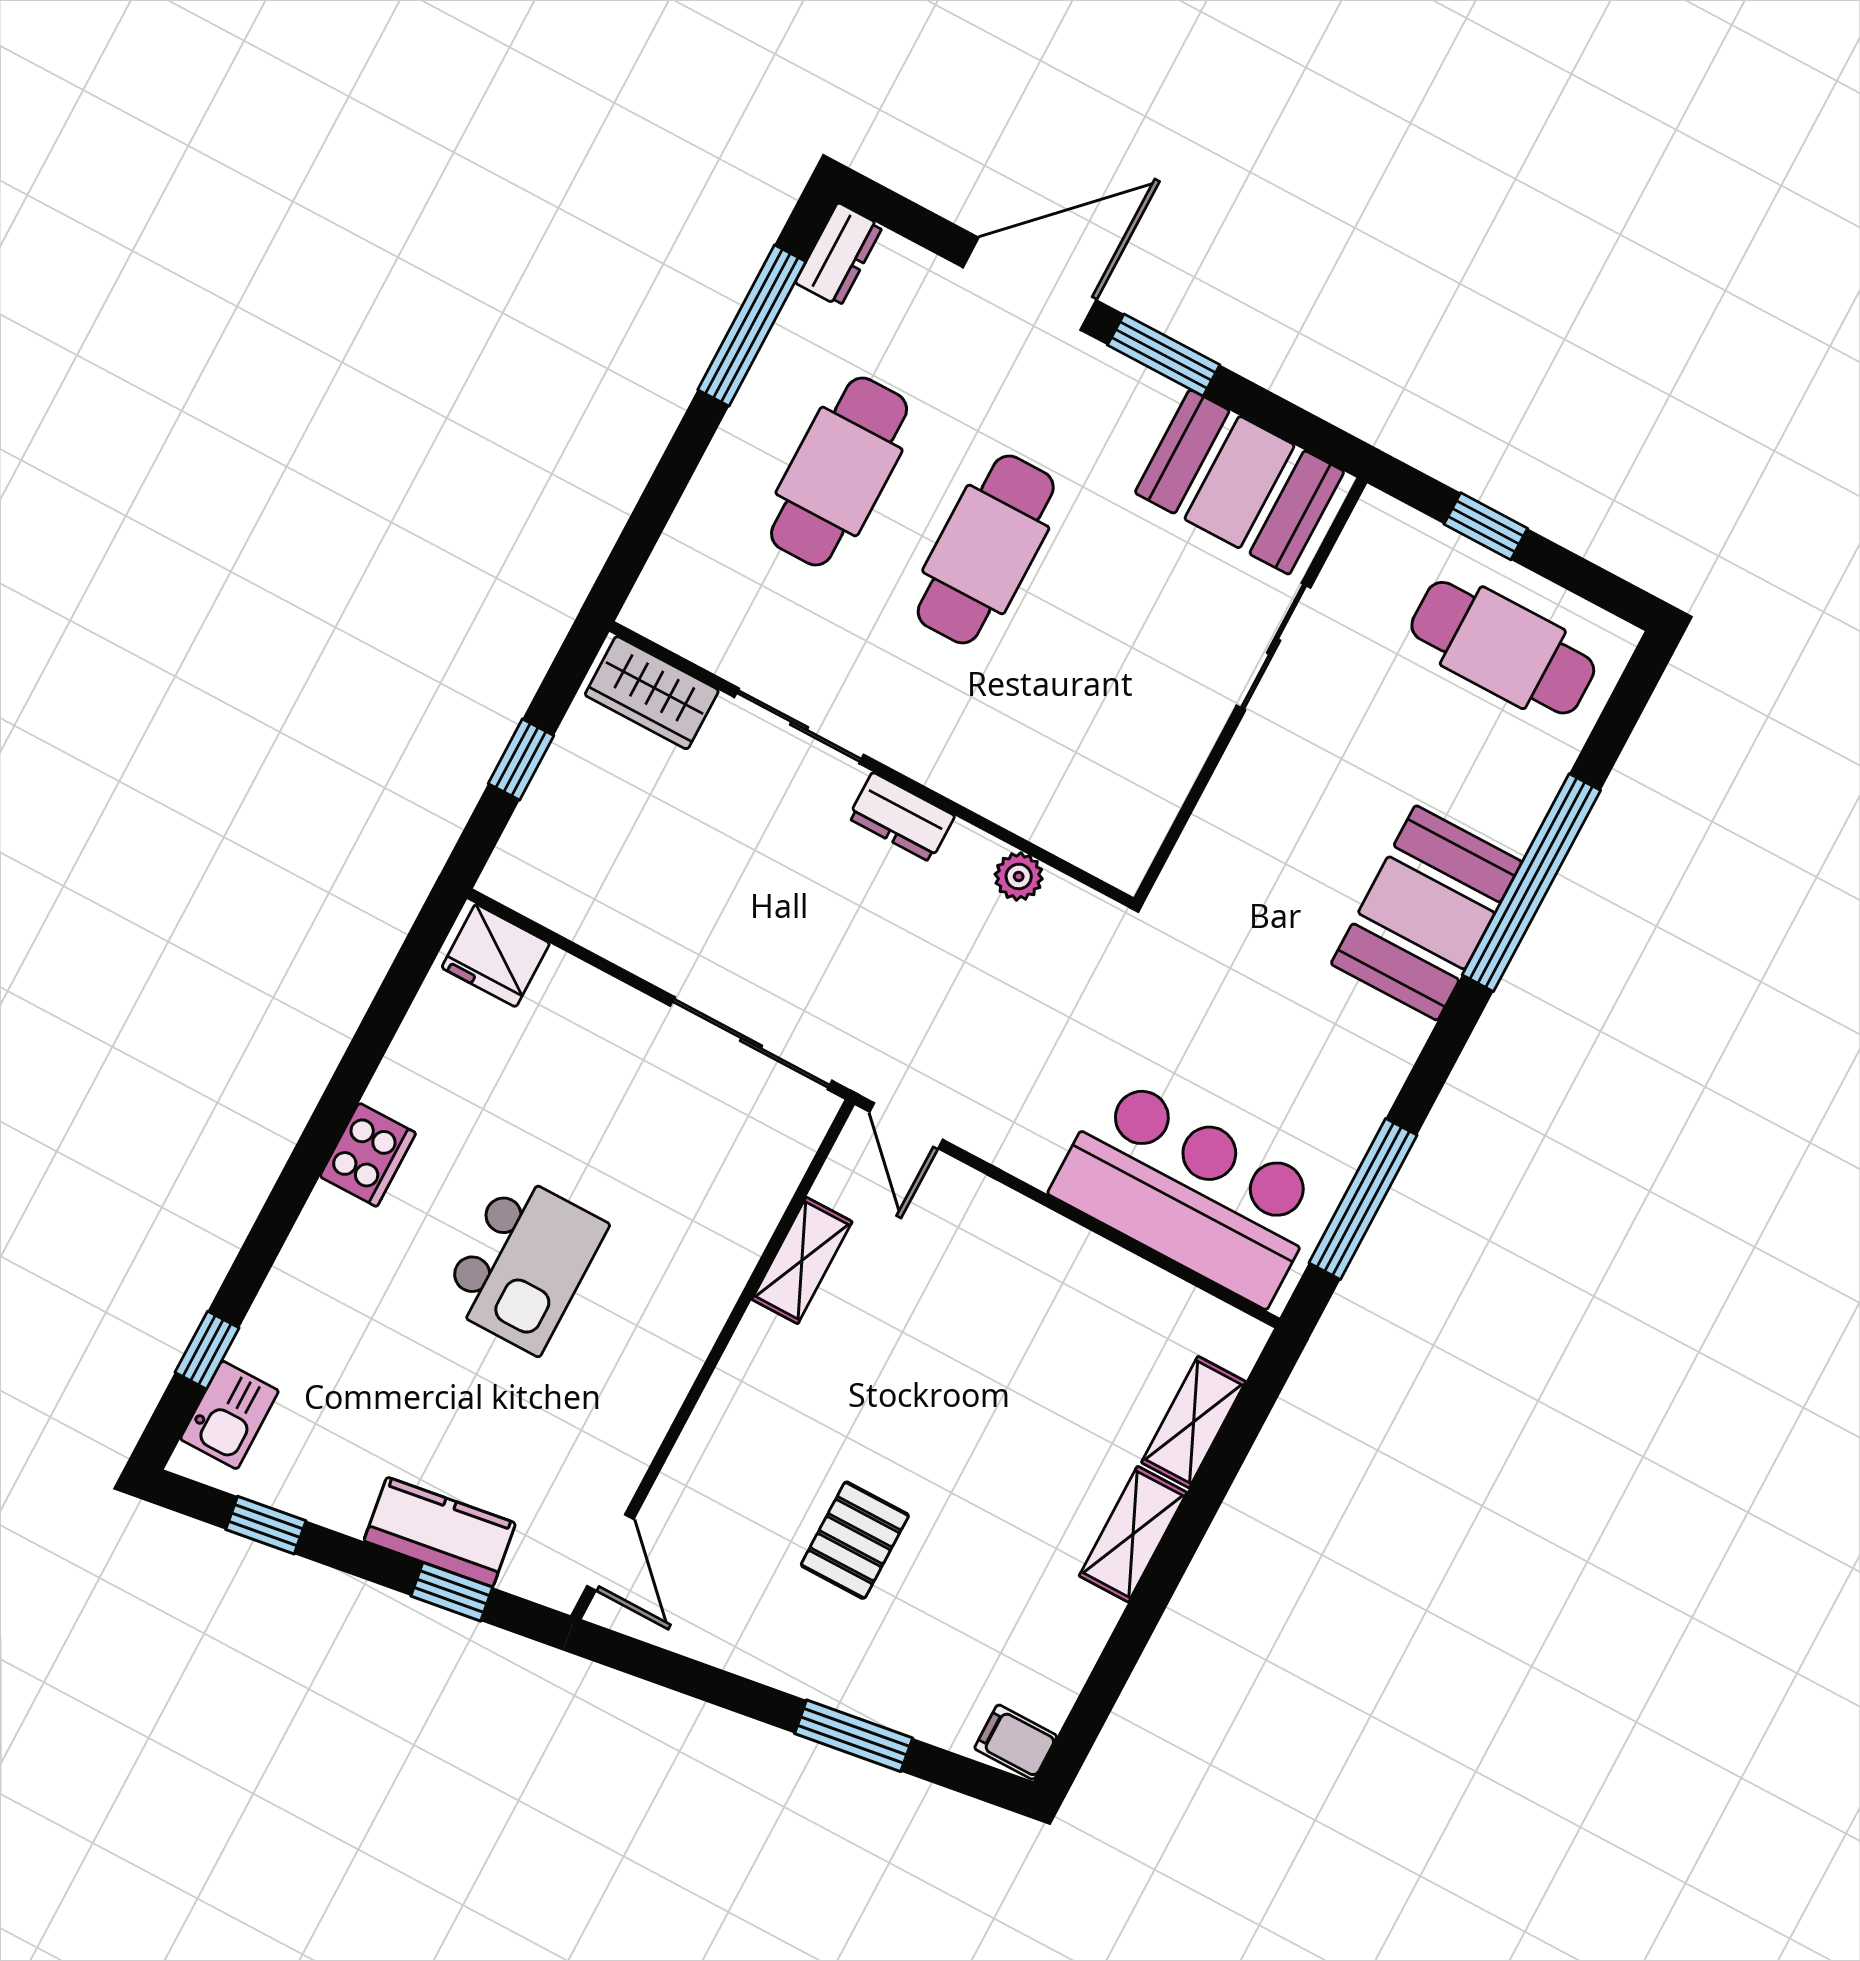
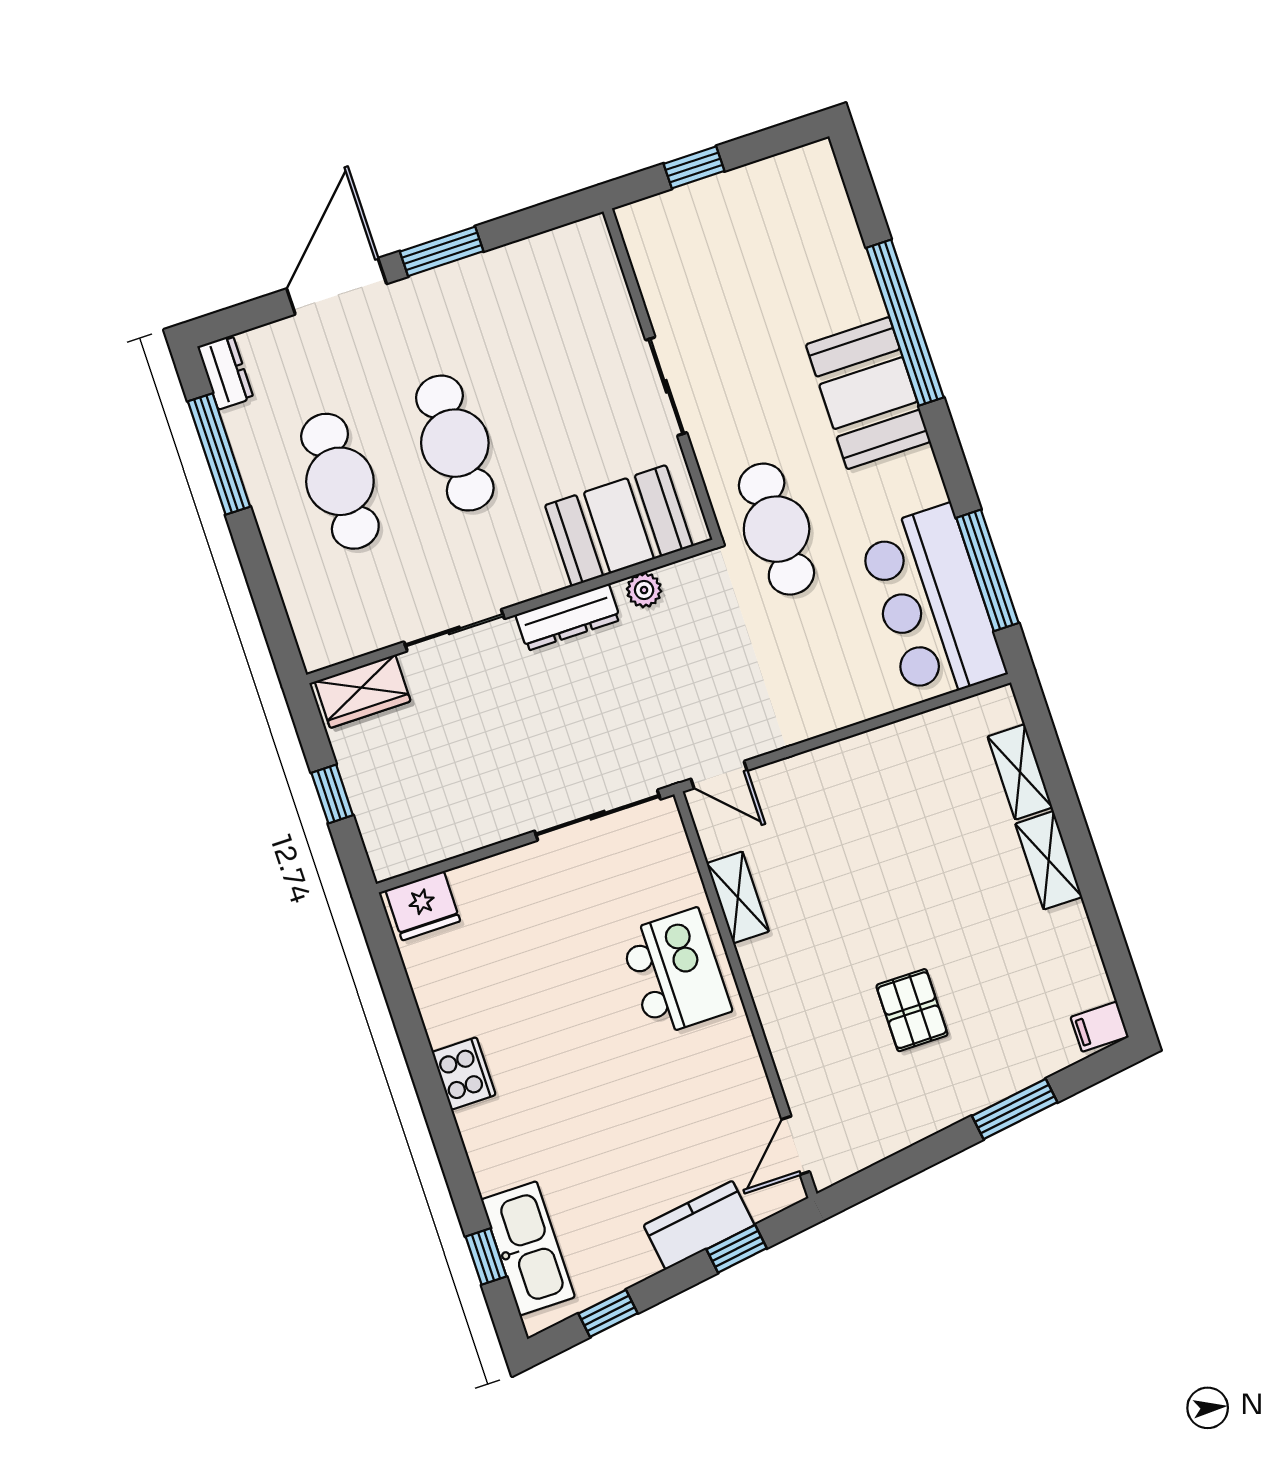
booth: (1239, 482) -> (619, 526), moved
sliding door: (1274, 647) -> (666, 386), moved
cafe table: (1503, 648) -> (777, 529), moved, turned 90
dresser: (901, 817) -> (568, 617), width x1.44
bar counter: (1189, 1191) -> (932, 604), moved, turned -90
kitchen island: (524, 1264) -> (675, 972), moved
kitchen sink: (229, 1415) -> (528, 1248), width x1.87, depth x1.24
door: (610, 1553) -> (796, 1145), swing flipped

